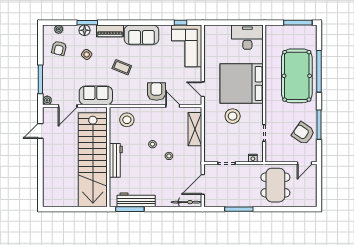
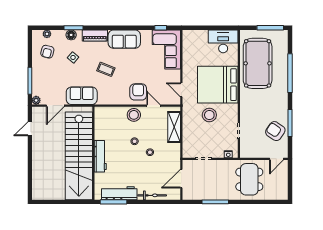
pool table: (297, 76) -> (258, 63), moved
stool: (127, 120) -> (134, 115), moved
bicycle: (186, 202) -> (152, 195), moved

